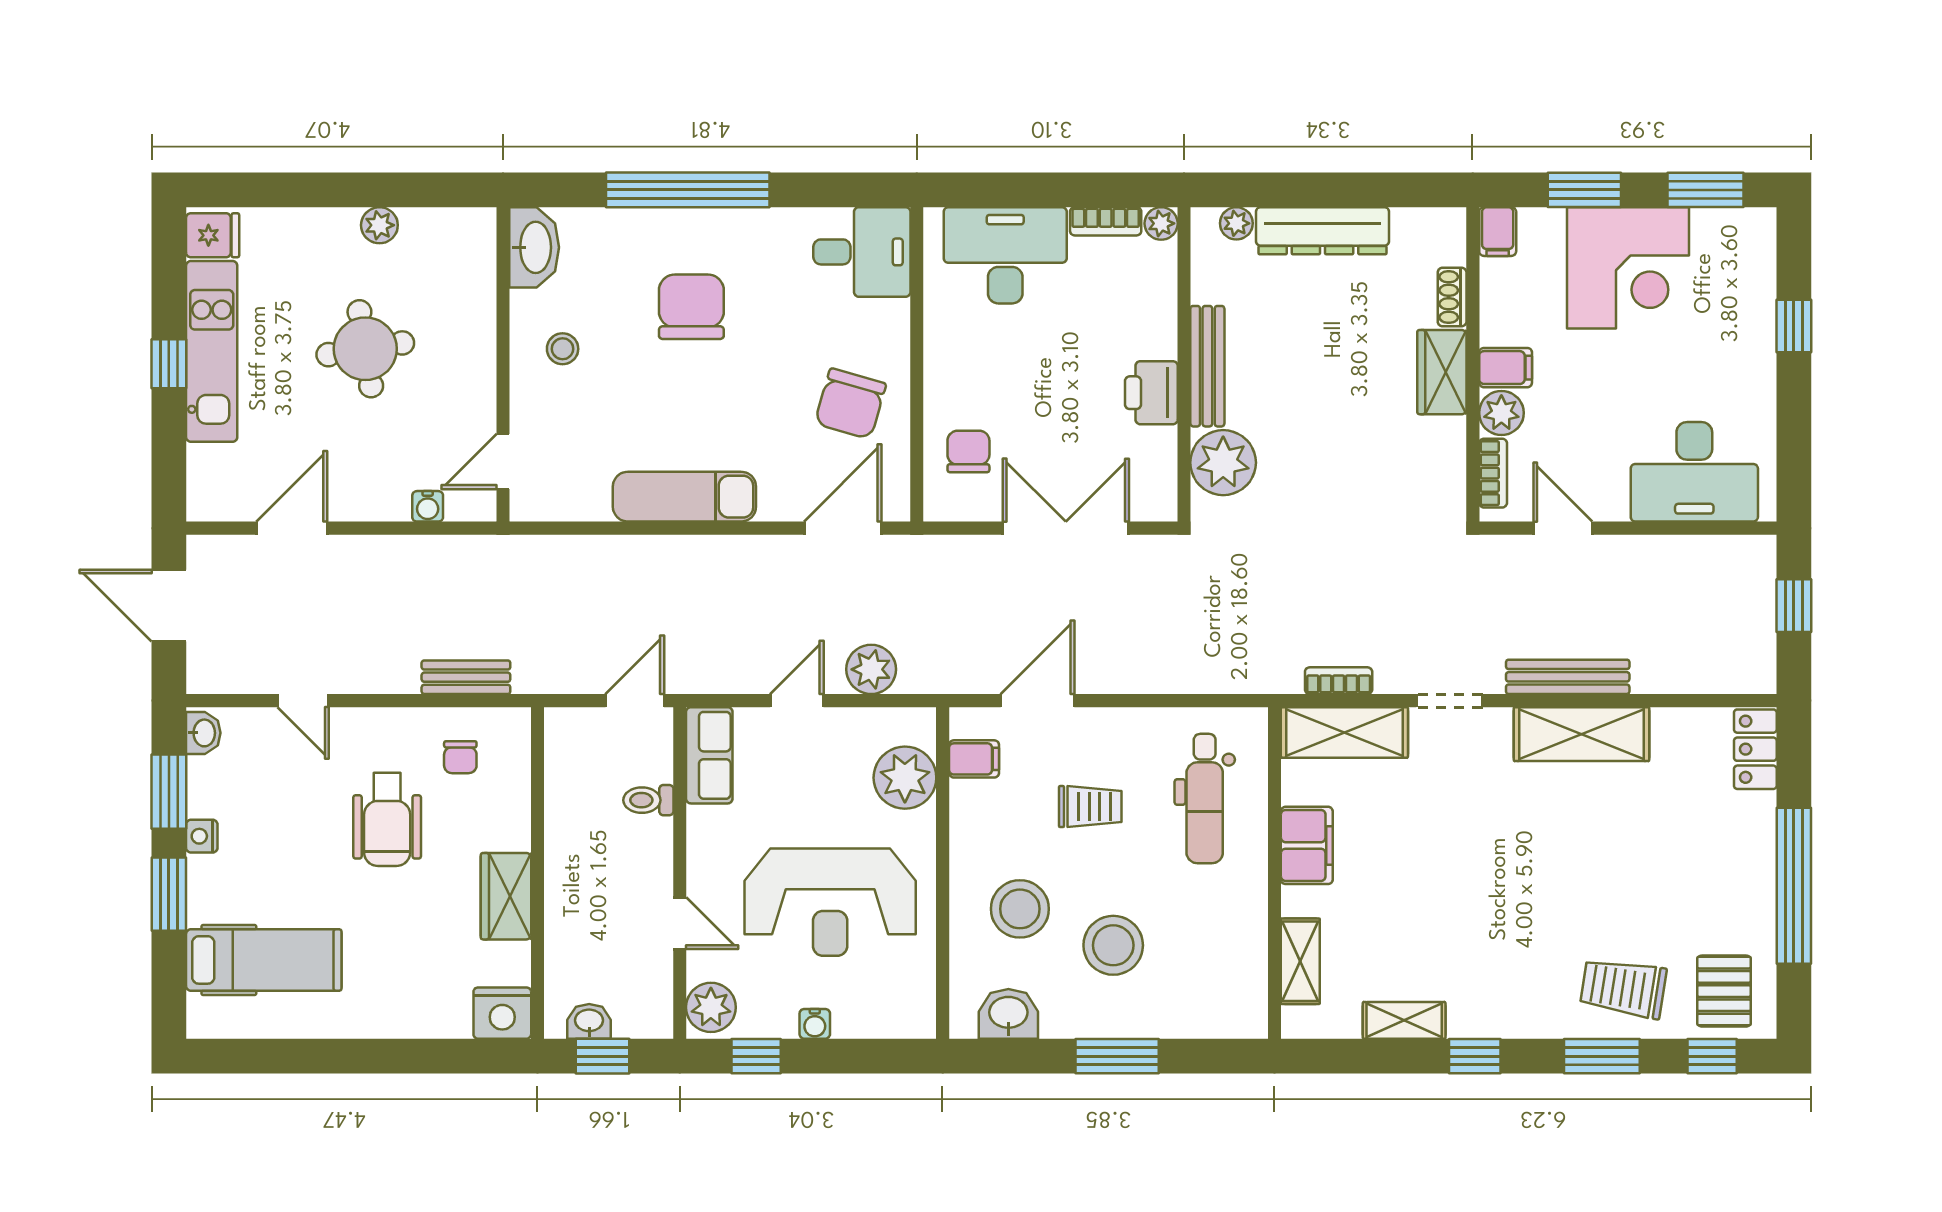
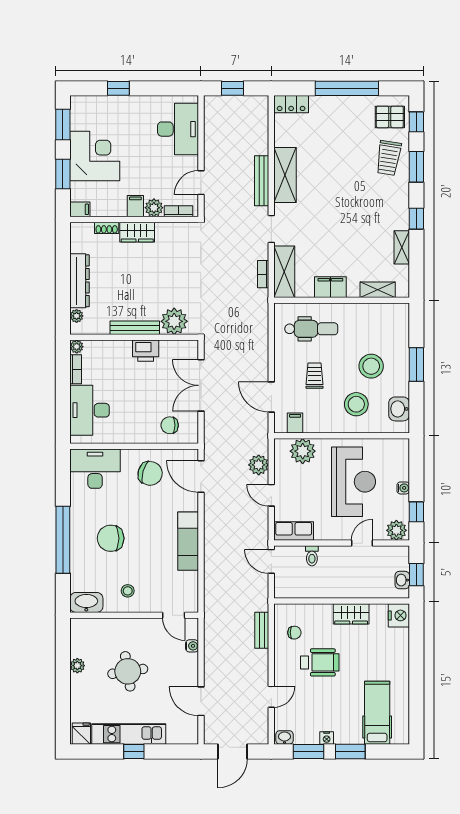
desk: (862, 252) -> (95, 469), width x1.37

